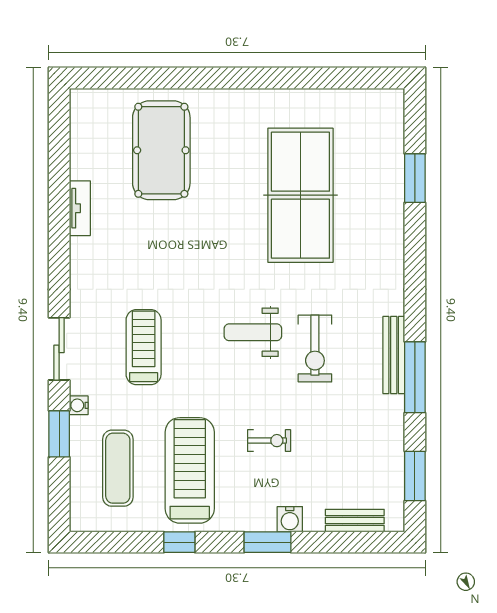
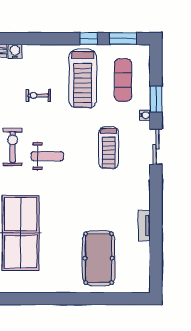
water cooler: (290, 519) -> (15, 51), moved
window: (267, 542) -> (123, 39), moved

